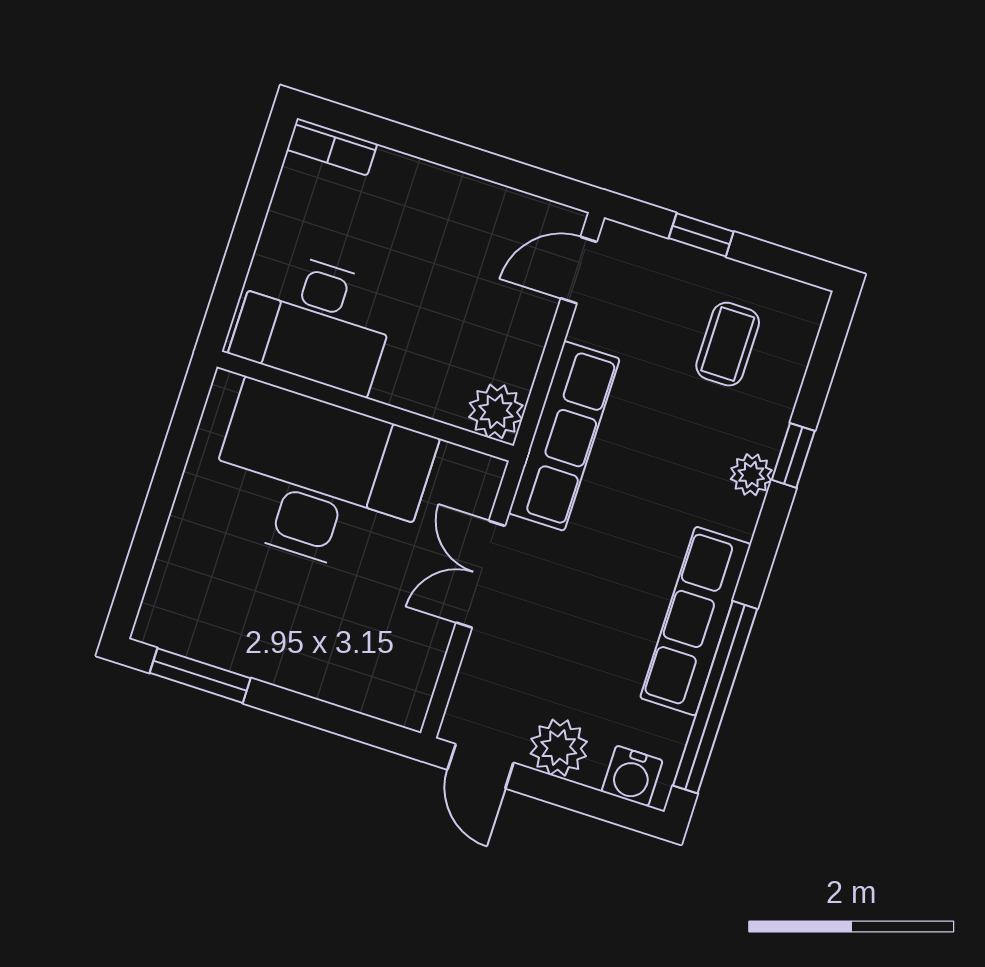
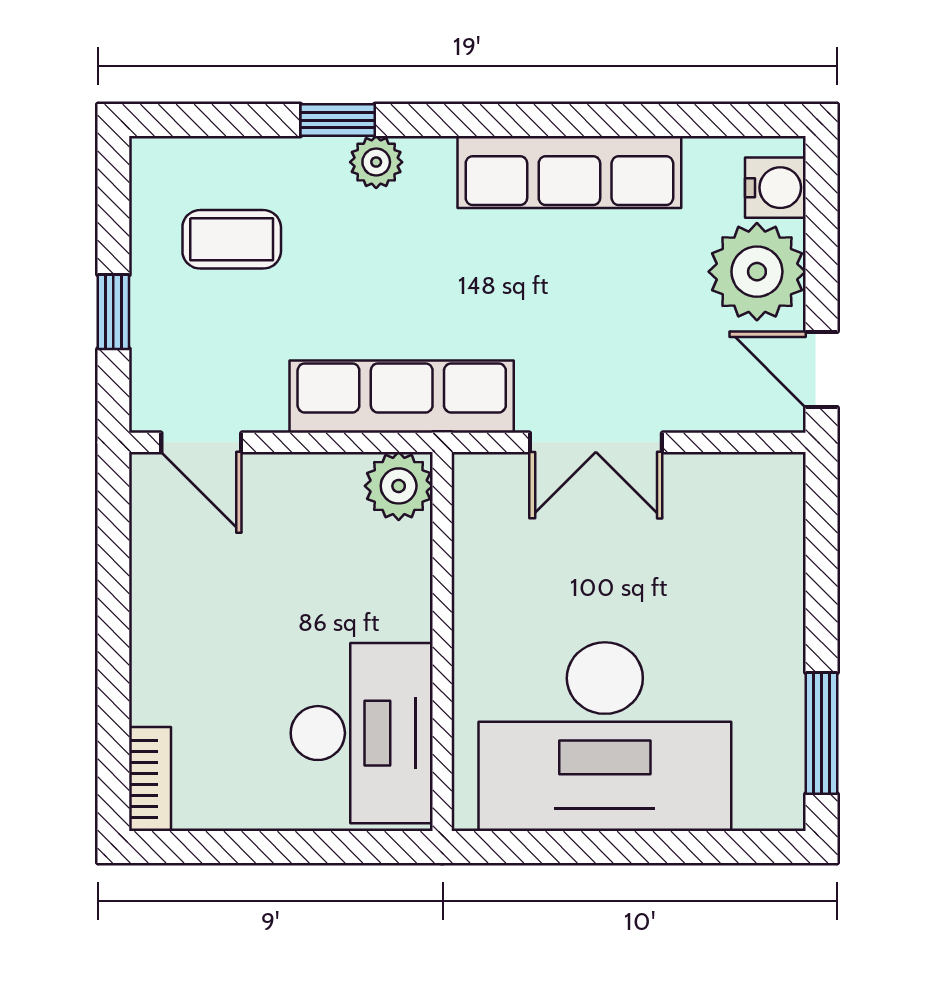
desk: (319, 480) -> (605, 737), moved, turned -90
window: (715, 697) -> (651, 120), removed
plant: (559, 748) -> (757, 272), width x1.36, depth x1.36
door: (480, 766) -> (821, 370), swing flipped

